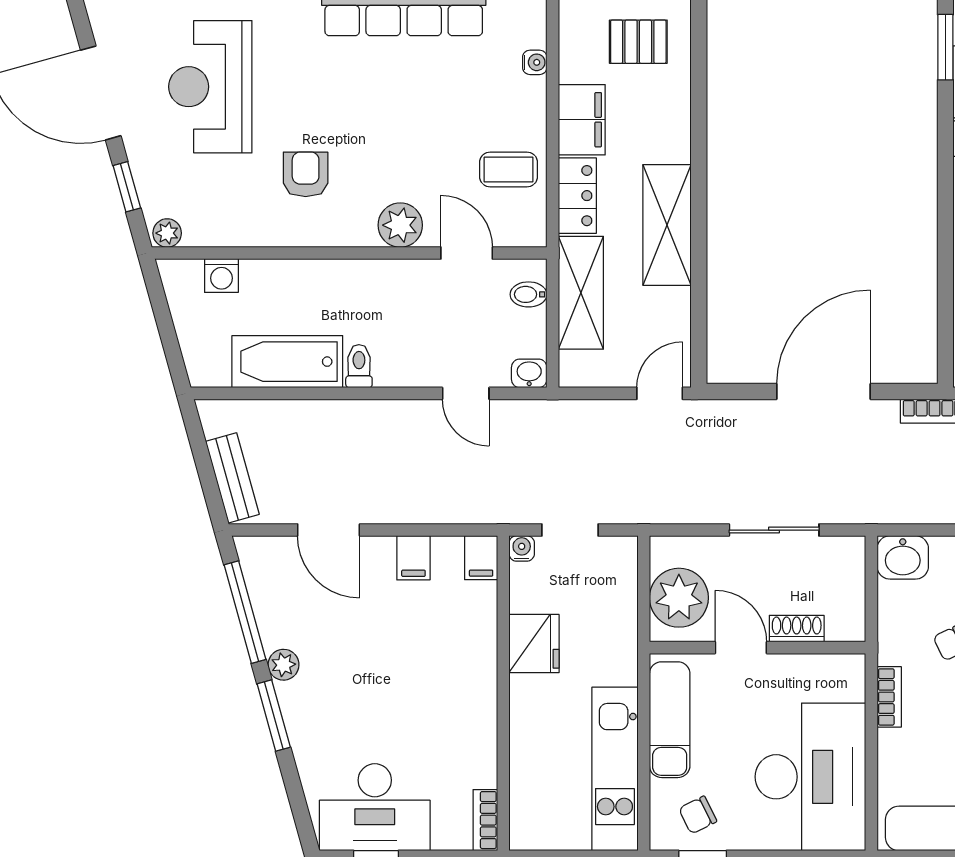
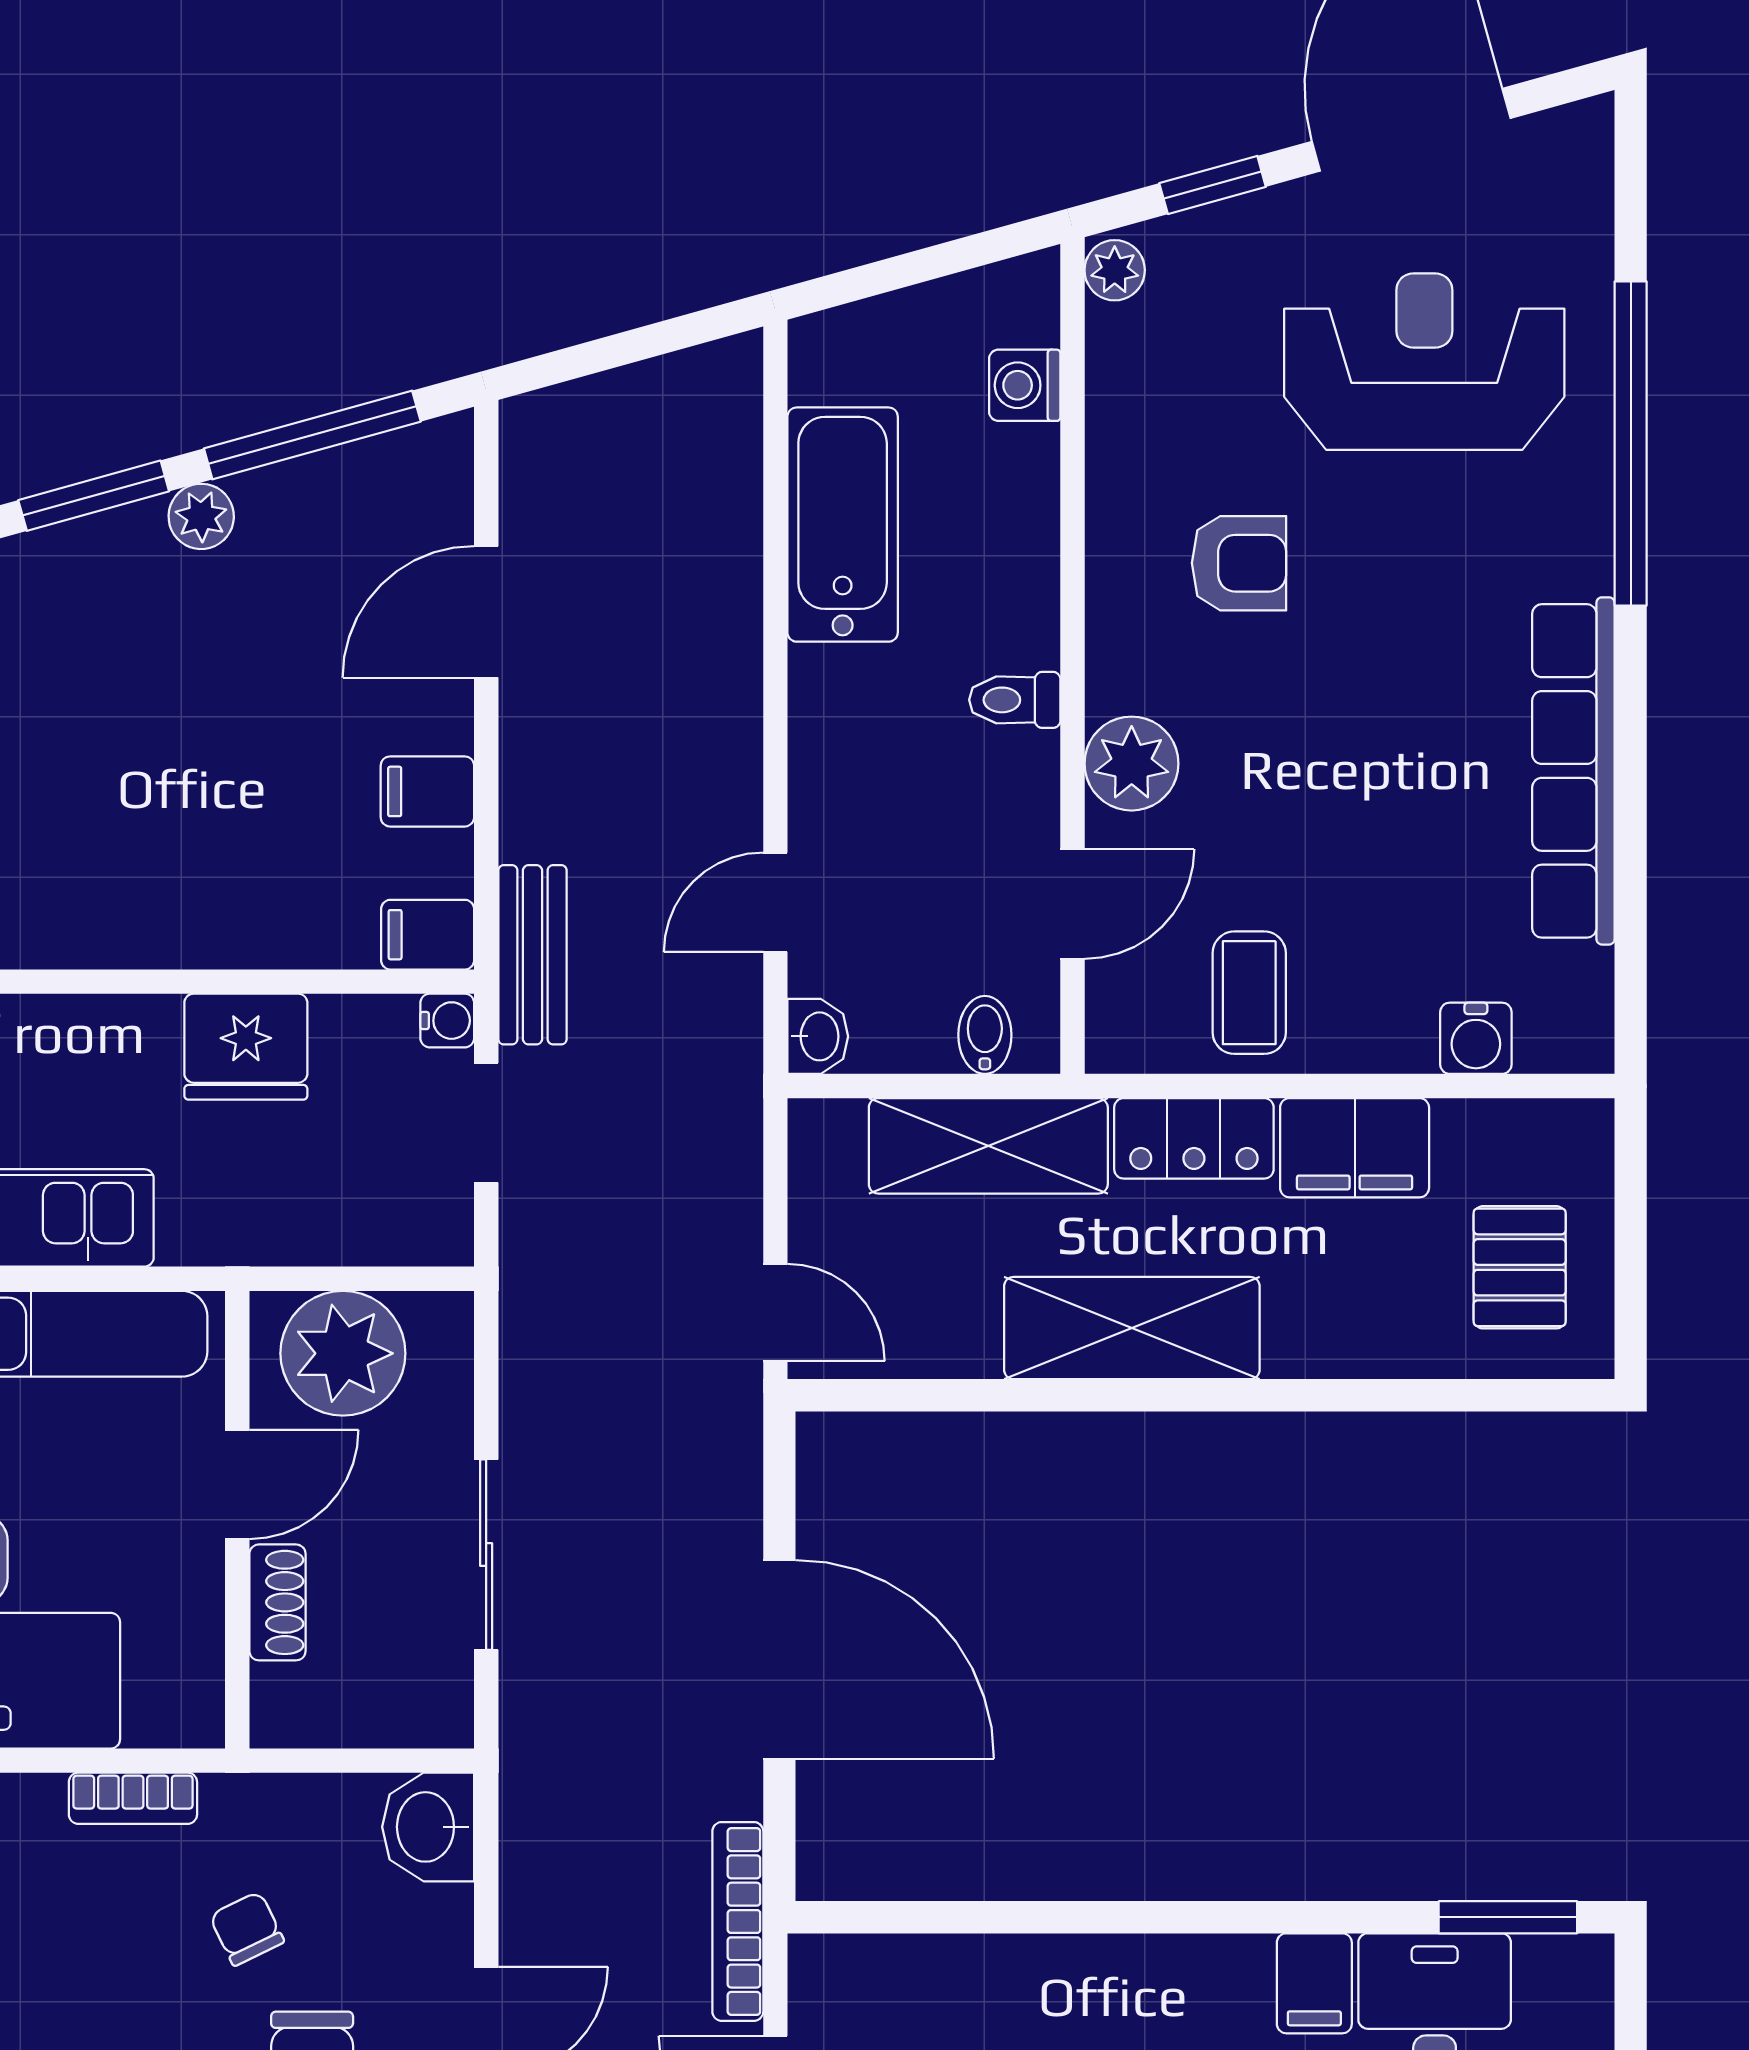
water cooler: (535, 62) -> (1476, 1038), width x1.38, depth x1.38
toilet: (359, 366) -> (1015, 700), moved, turned 180
bench: (232, 478) -> (533, 955), moved, turned -74

